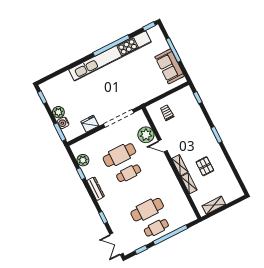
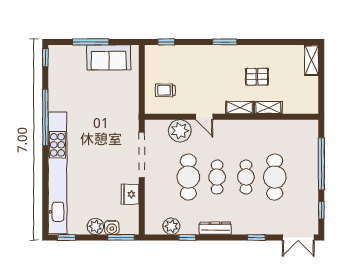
kitchen unit: (110, 56) -> (57, 173), moved
door: (163, 146) -> (204, 117), hinge flipped
shelving: (214, 205) -> (312, 60), moved
cafe table: (156, 228) -> (246, 177), moved

